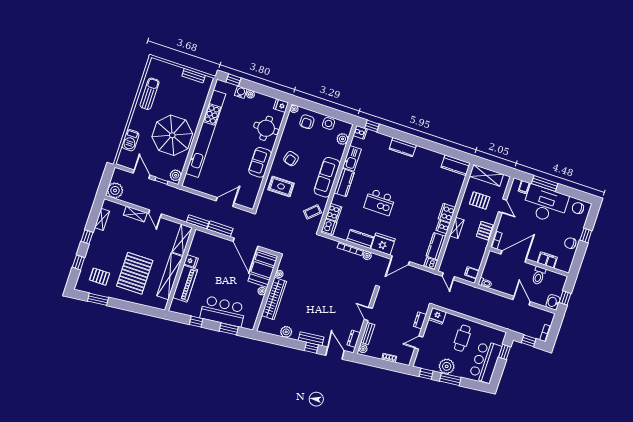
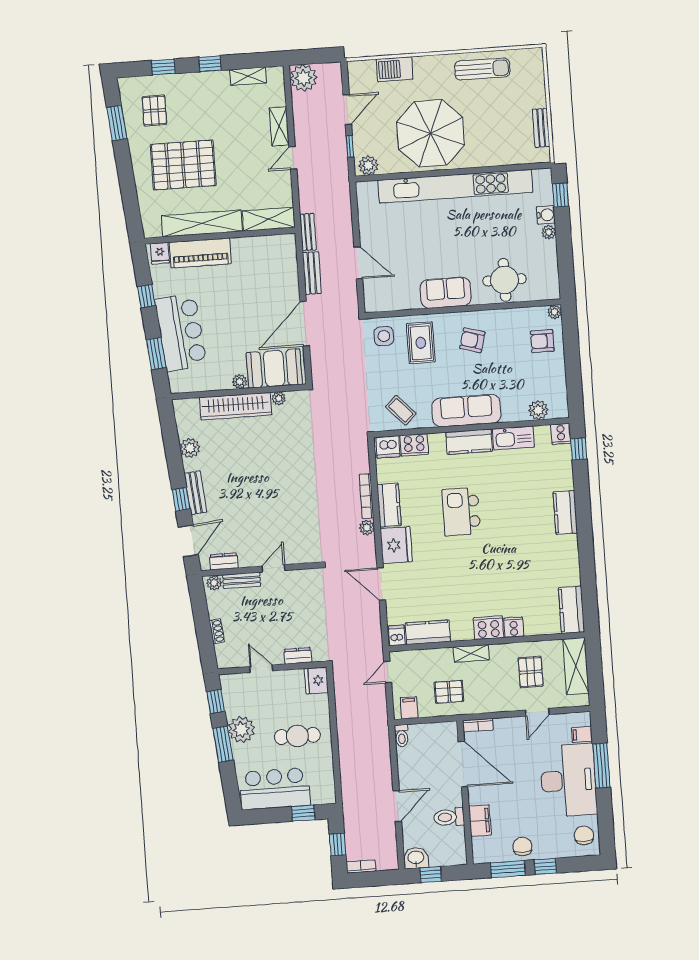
fridge: (281, 106) -> (551, 289), removed
side table: (329, 123) -> (384, 336), moved
cooker: (443, 227) -> (514, 627), moved
pallet: (485, 231) -> (449, 692), moved
window: (579, 256) -> (508, 869), added
fridge: (191, 261) -> (160, 253), moved

